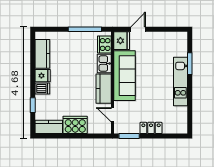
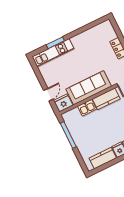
door: (138, 29) -> (48, 95), swing flipped
cooker: (104, 45) -> (73, 115), removed
kitchen unit: (180, 82) -> (53, 53), moved

